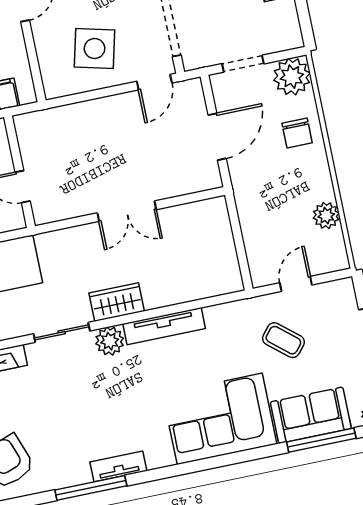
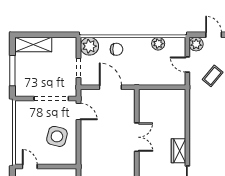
tv unit: (164, 326) -> (194, 131), removed
plant: (110, 341) -> (196, 44), moved

